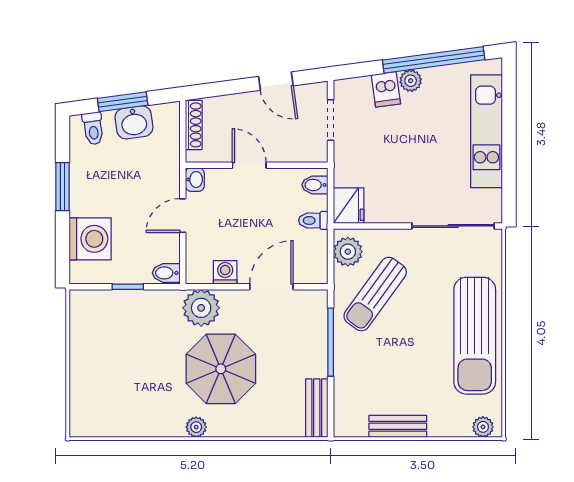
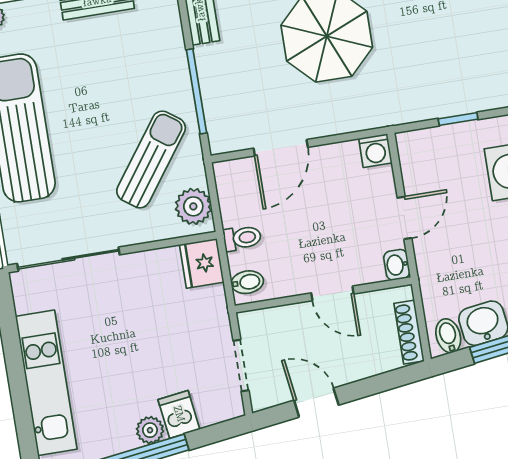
washing machine: (225, 272) -> (375, 151), moved
bidet: (166, 273) -> (448, 336), moved, turned -98
plant: (201, 308) -> (363, 108), removed

